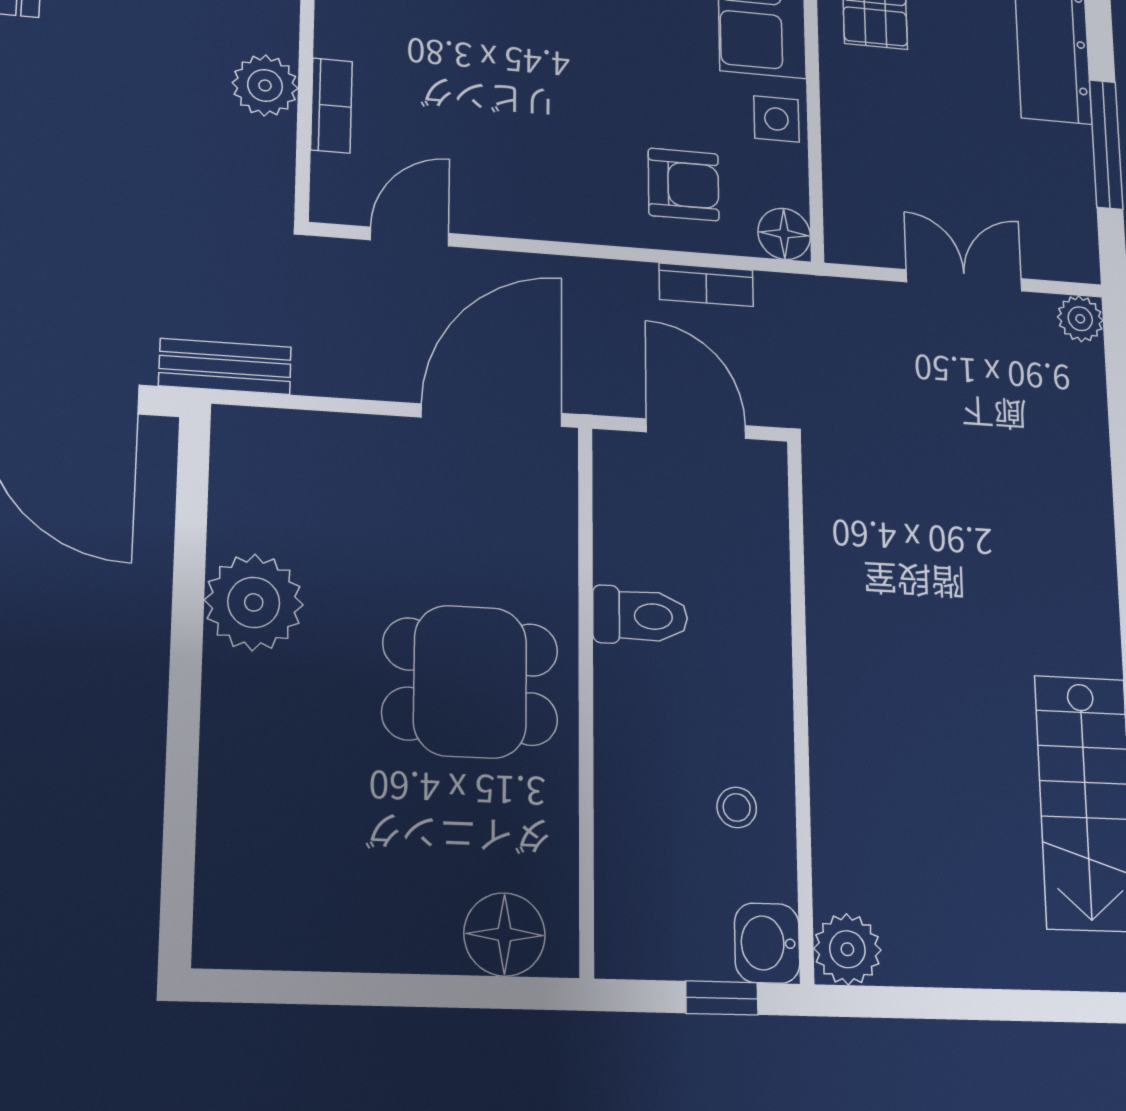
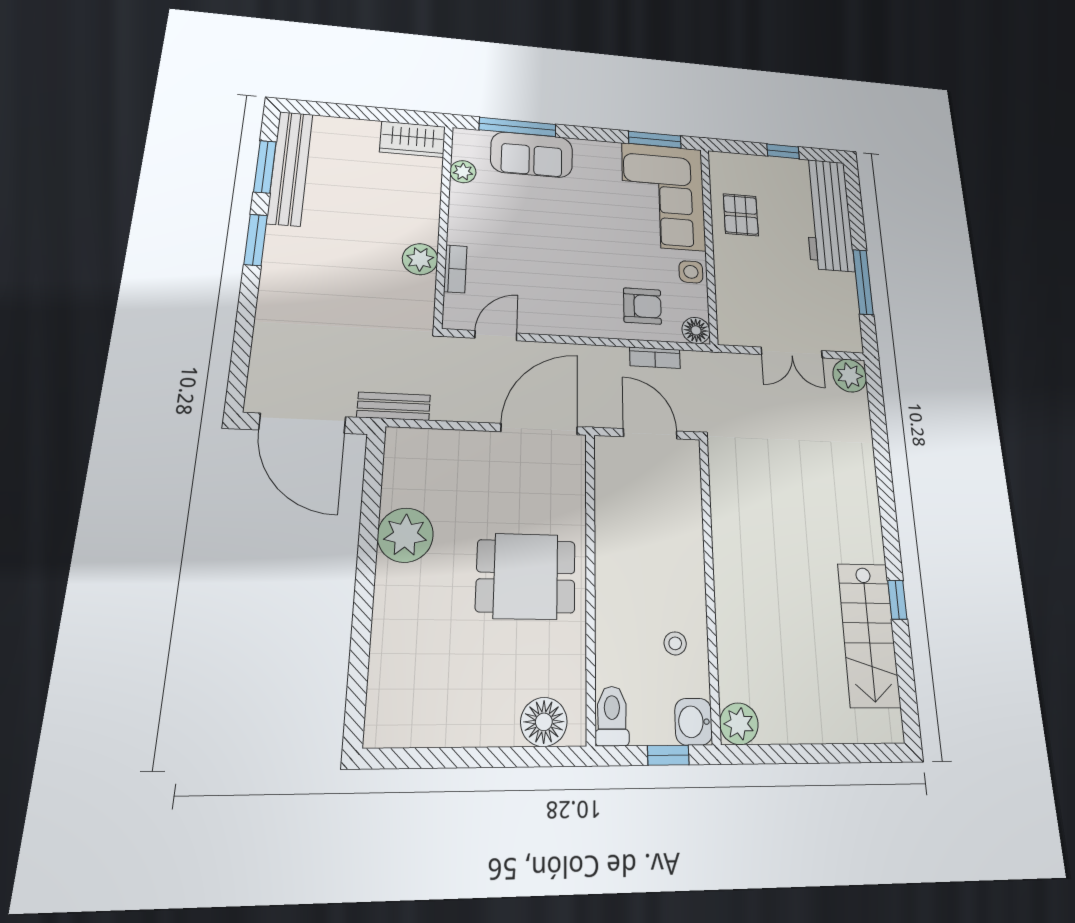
double door: (964, 280) -> (792, 353), swing flipped
plant: (1080, 319) -> (850, 376), width x1.38, depth x1.38
toilet: (640, 616) -> (612, 716), moved, turned -90

